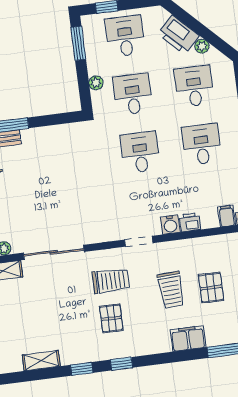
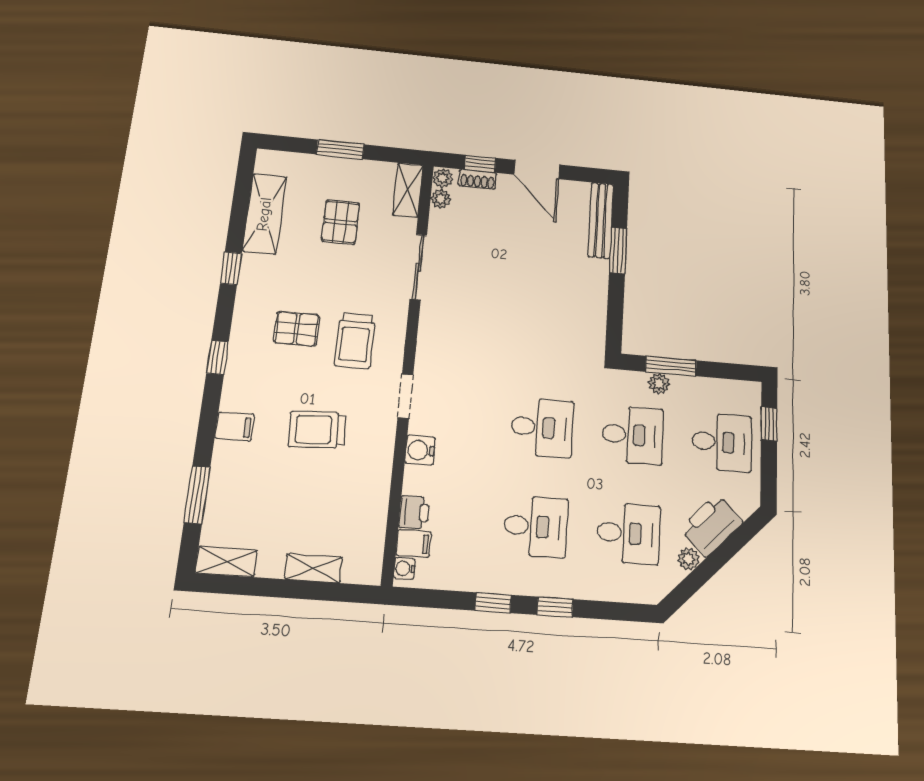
window: (78, 43) -> (671, 366), moved
printer: (190, 222) -> (414, 512), moved
sliding door: (54, 252) -> (418, 267), width x0.73
pallet: (211, 288) -> (341, 222), moved, turned 90
filing cabinet: (188, 339) -> (235, 427), width x0.50
shelving: (41, 361) -> (264, 214), width x1.50, depth x1.33
window: (122, 364) -> (218, 357), moved

